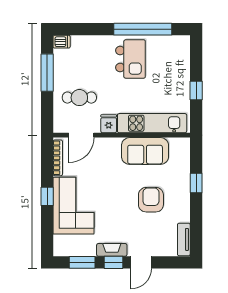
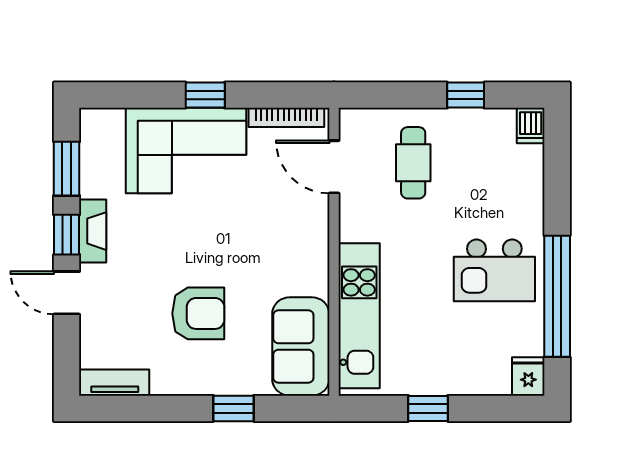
window: (47, 73) -> (466, 95), width x0.46
fridge: (109, 124) -> (528, 376), moved, turned -90
sofa: (145, 151) -> (301, 346), moved

